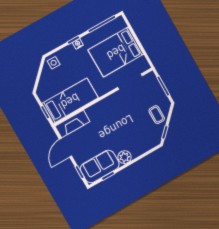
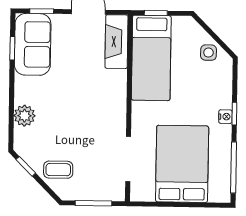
side table: (54, 63) -> (208, 53), moved
plant: (125, 157) -> (24, 116), moved

